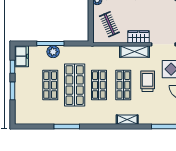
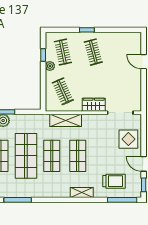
shelving: (135, 52) -> (66, 120), moved
trolley: (148, 81) -> (114, 181), moved, turned 90

